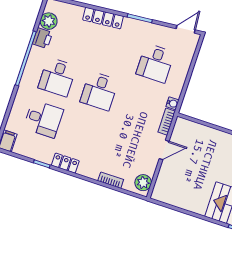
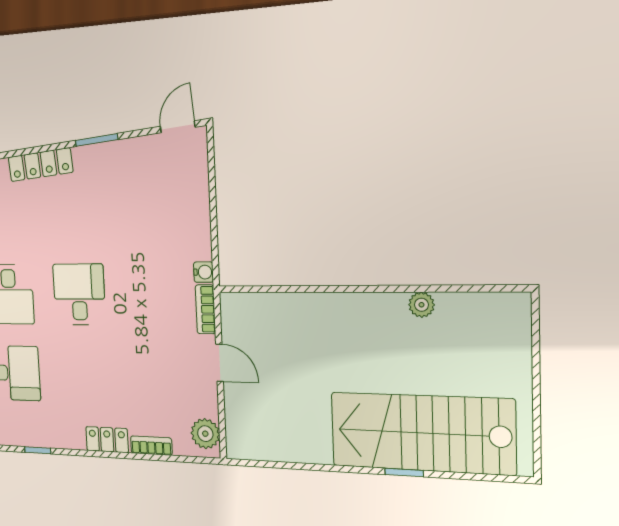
desk: (155, 63) -> (149, 210), removed
desk: (99, 91) -> (79, 294), turned 180
door: (164, 150) -> (219, 363), hinge flipped
locker: (65, 163) -> (107, 440), moved

